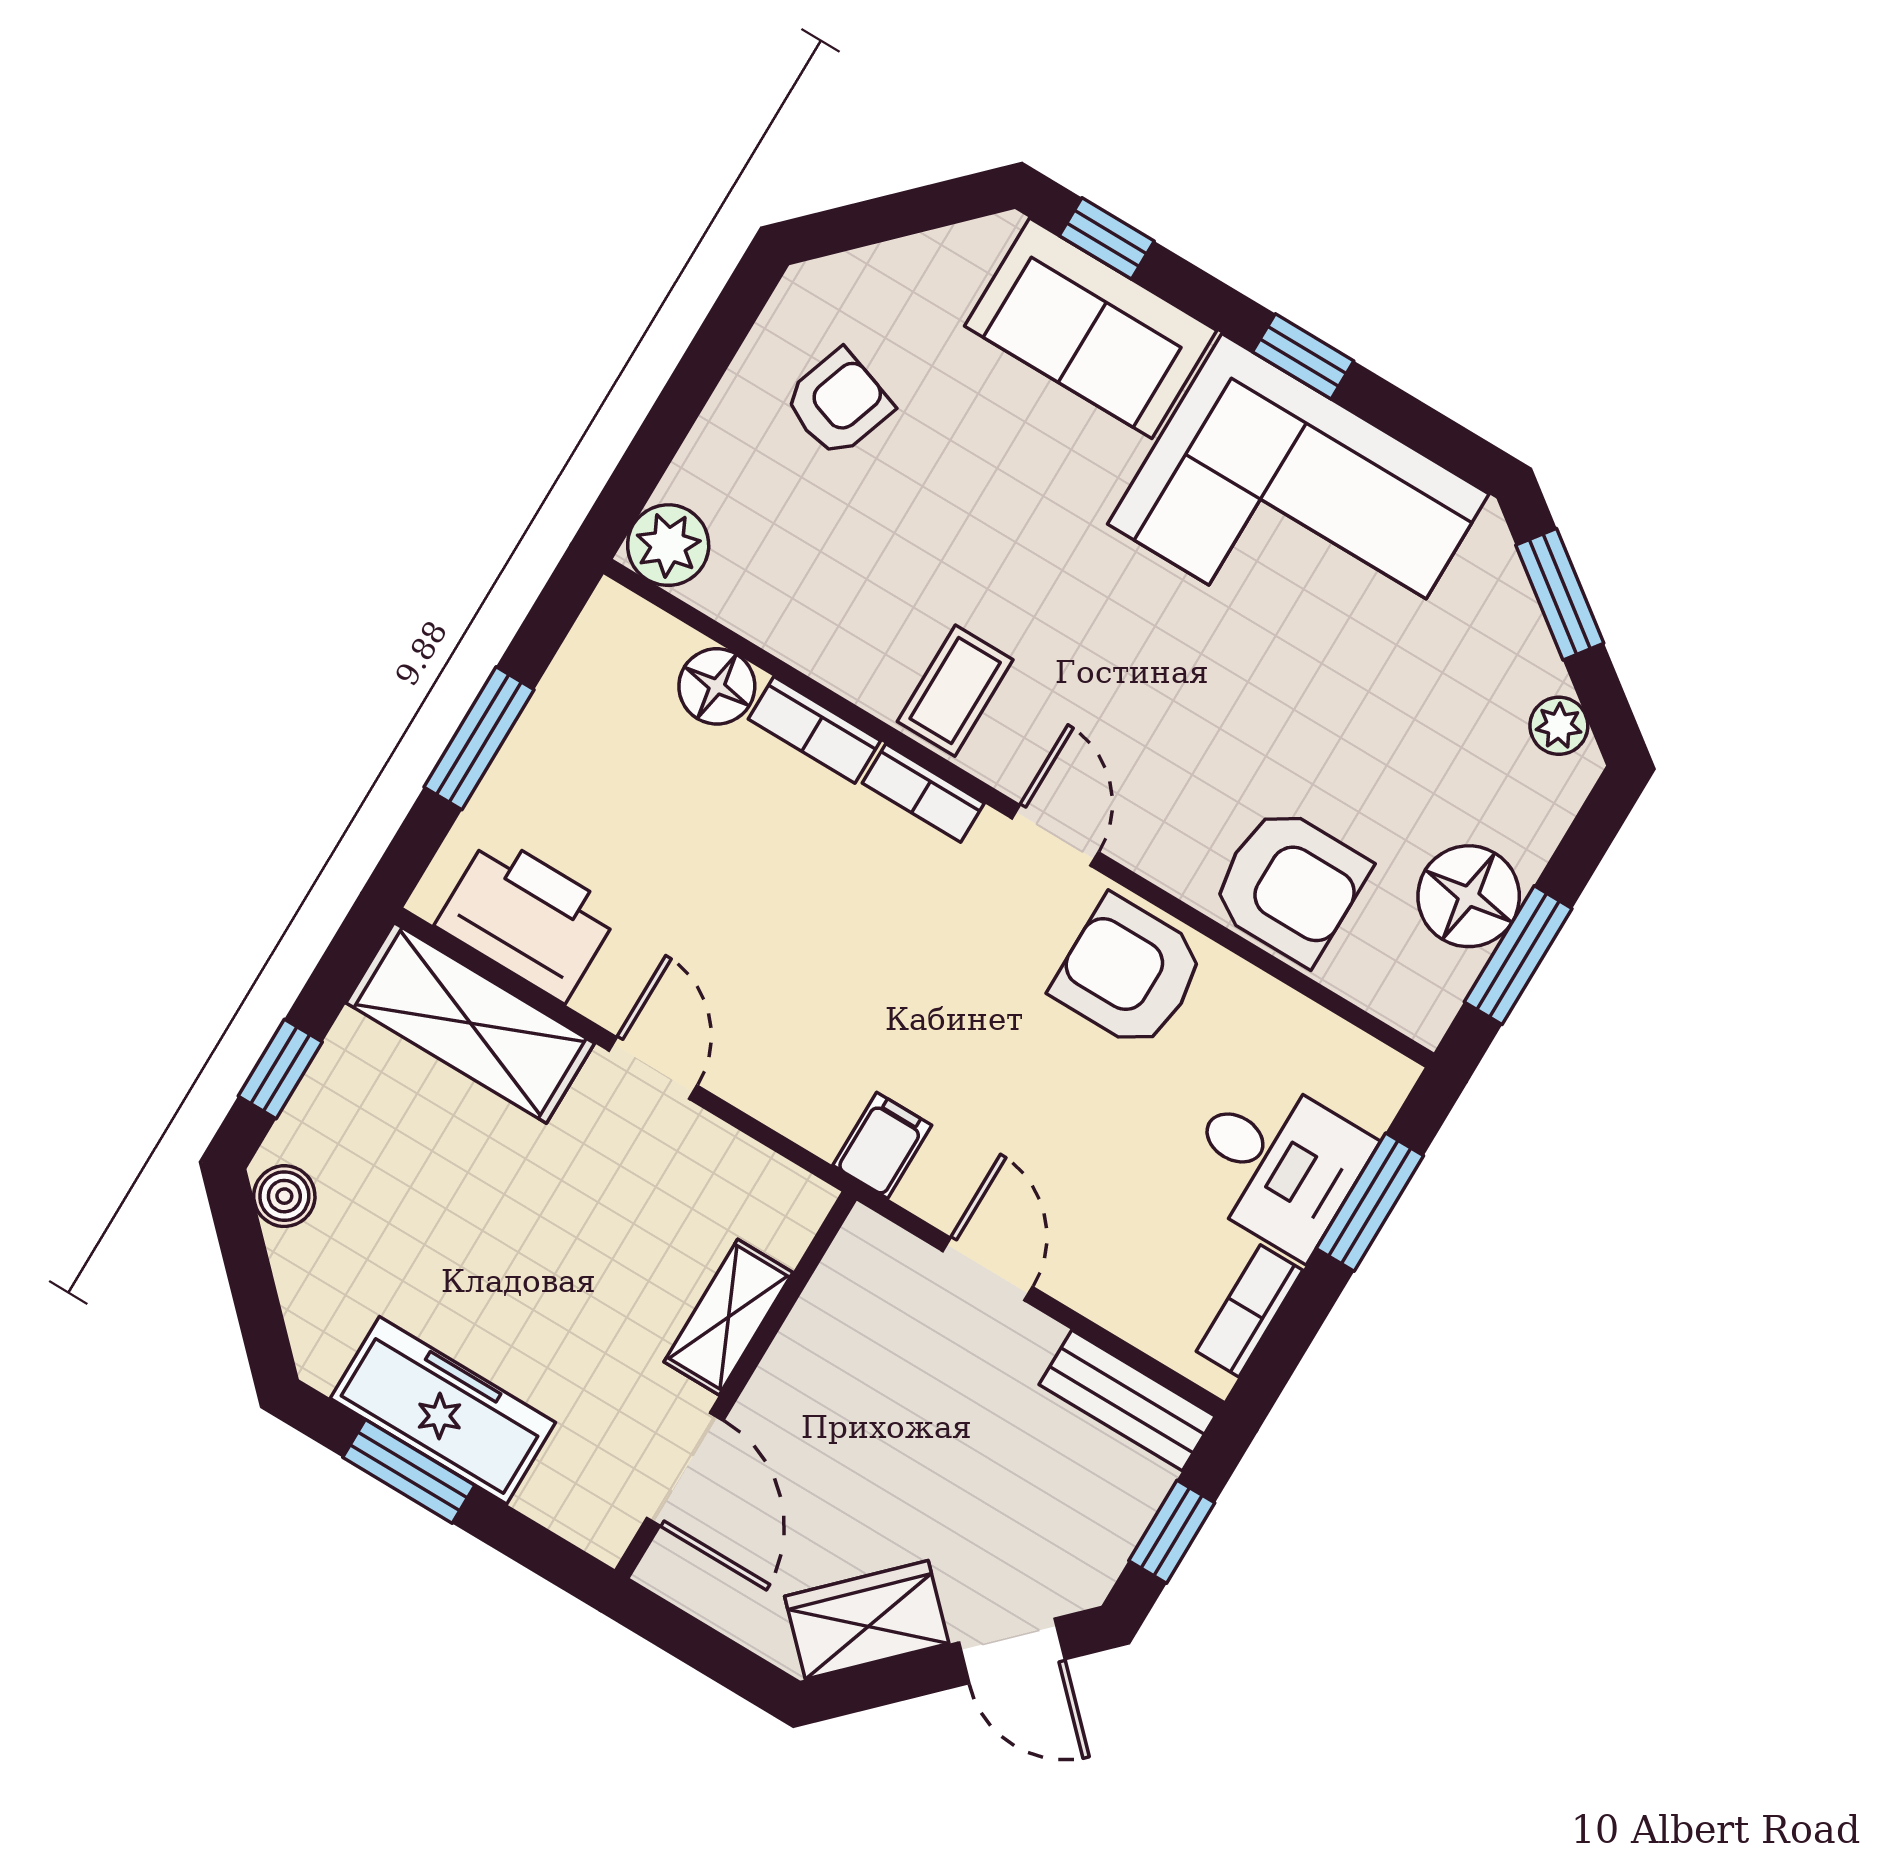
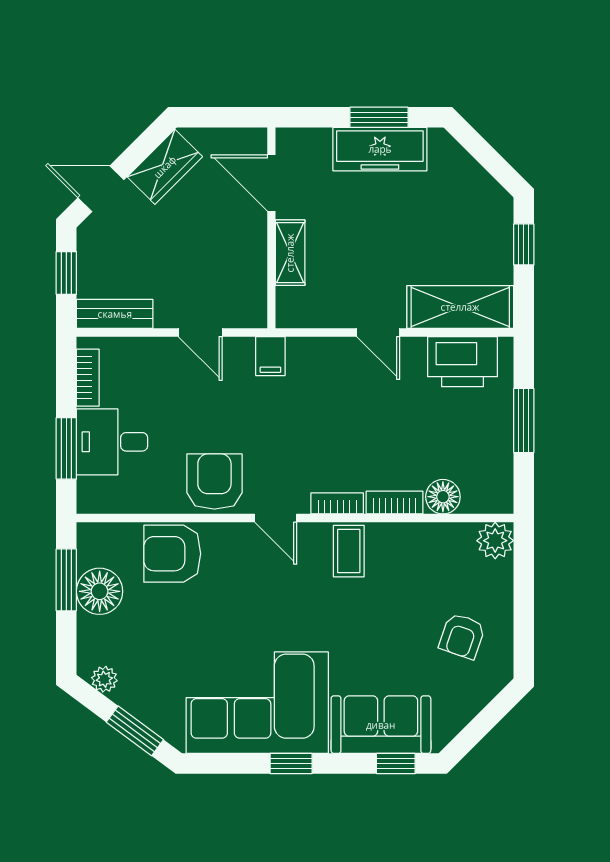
armchair: (1129, 973) -> (214, 482), turned -90
boiler: (284, 1196) -> (492, 196), removed

